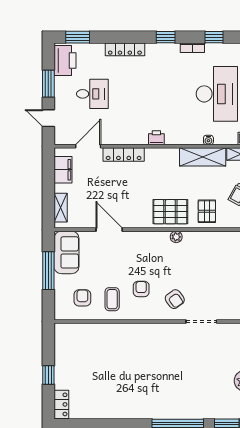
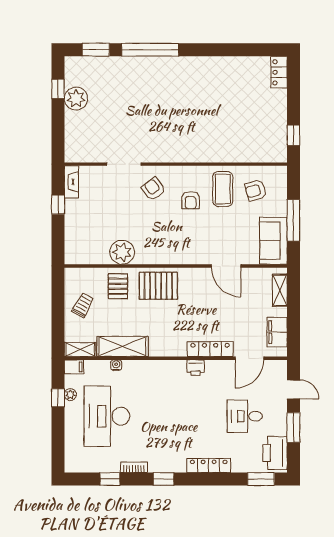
printer: (156, 138) -> (196, 368), moved
plant: (176, 237) -> (122, 252), moved, width x1.88, depth x1.88
armchair: (82, 298) -> (256, 190), turned 74
coffee table: (112, 299) -> (223, 189), width x1.36, depth x1.30
window: (48, 375) -> (293, 135), moved

